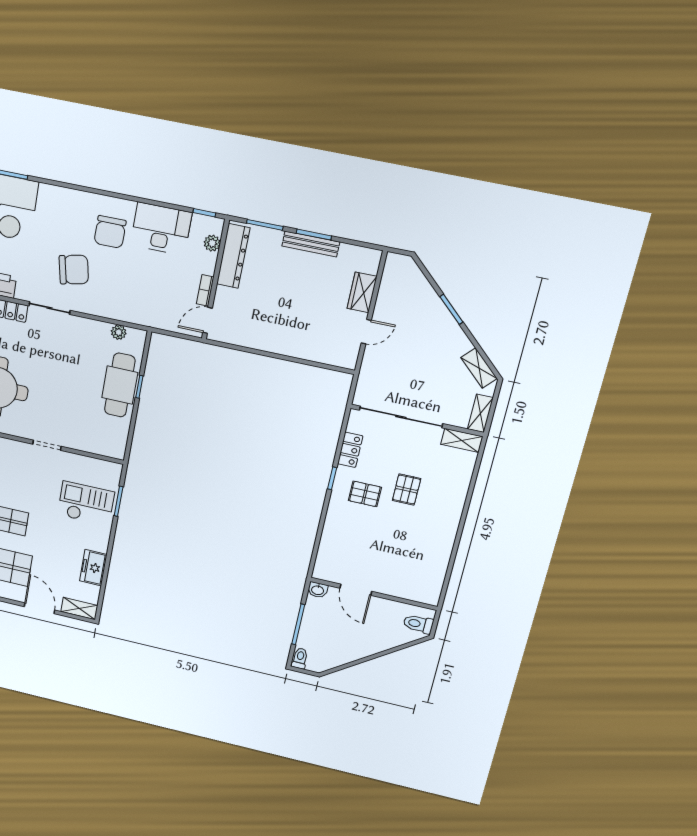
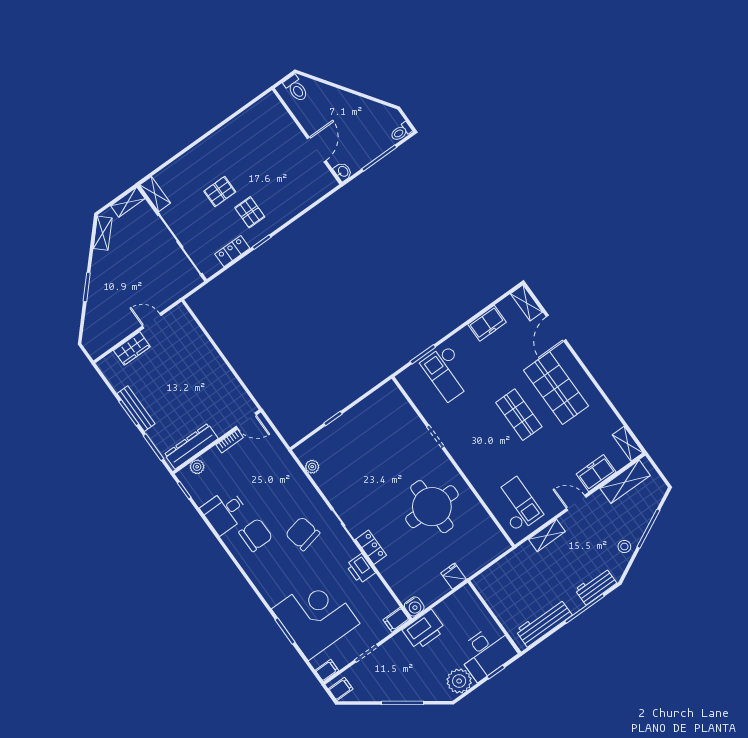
desk: (161, 229) -> (225, 511), width x0.73
cafe table: (120, 385) -> (345, 432), removed

